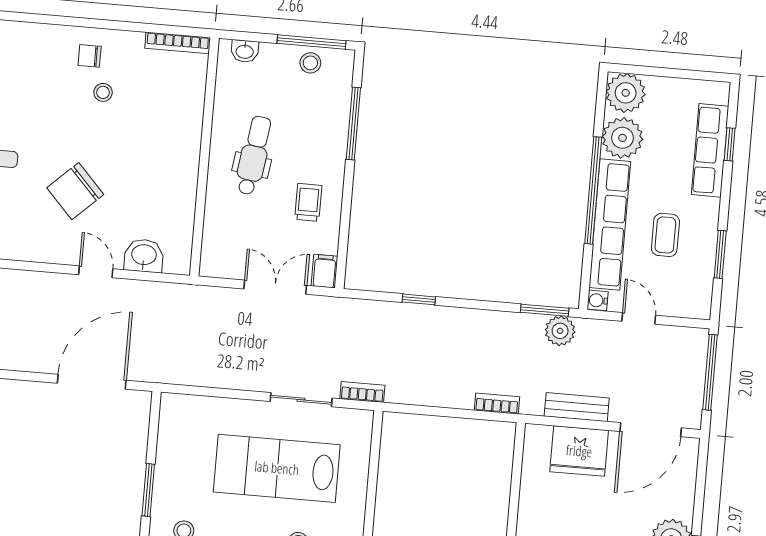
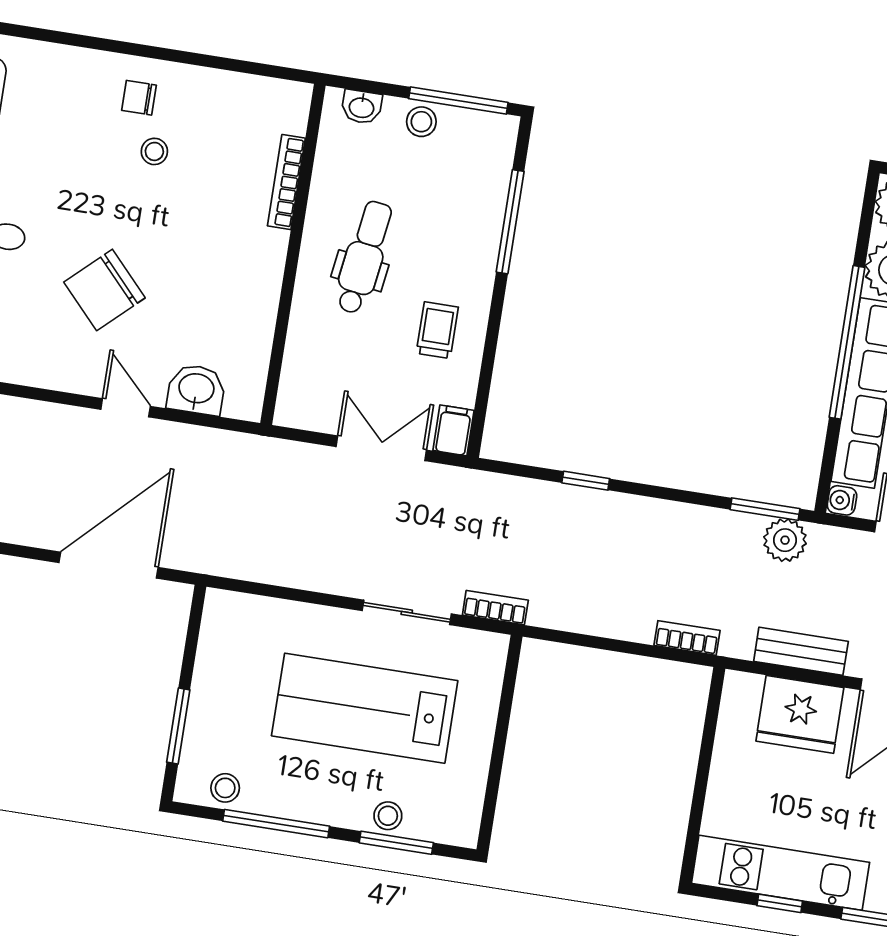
bookcase: (178, 43) -> (286, 182), moved, turned 90
stool: (310, 63) -> (421, 122), moved

